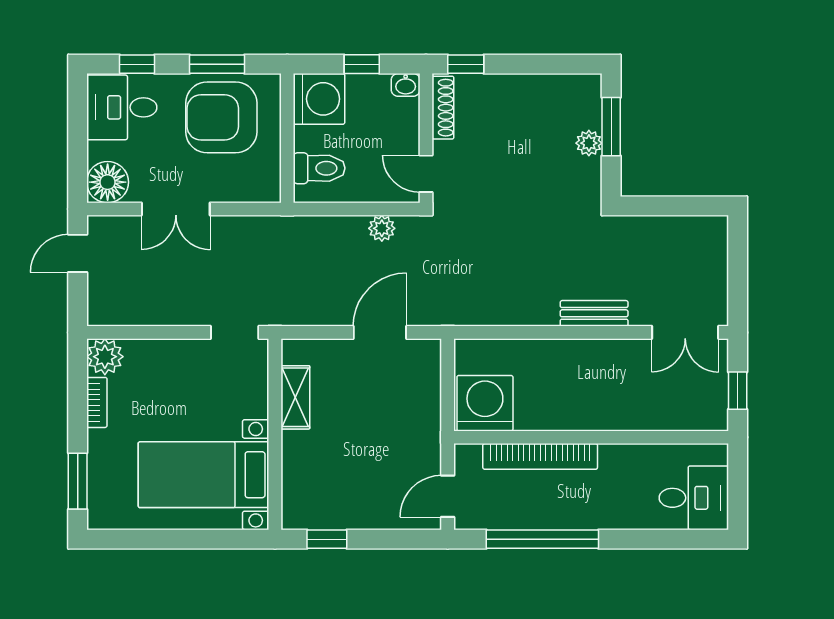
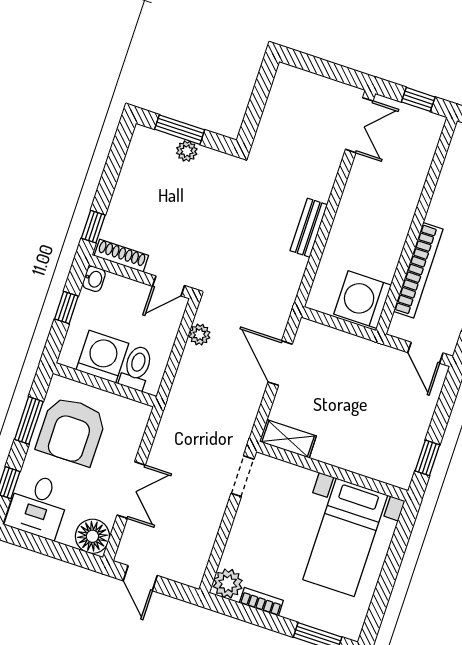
washing machine: (319, 99) -> (102, 357), moved
bench: (594, 313) -> (309, 228), moved
shelving: (295, 397) -> (288, 439), moved

